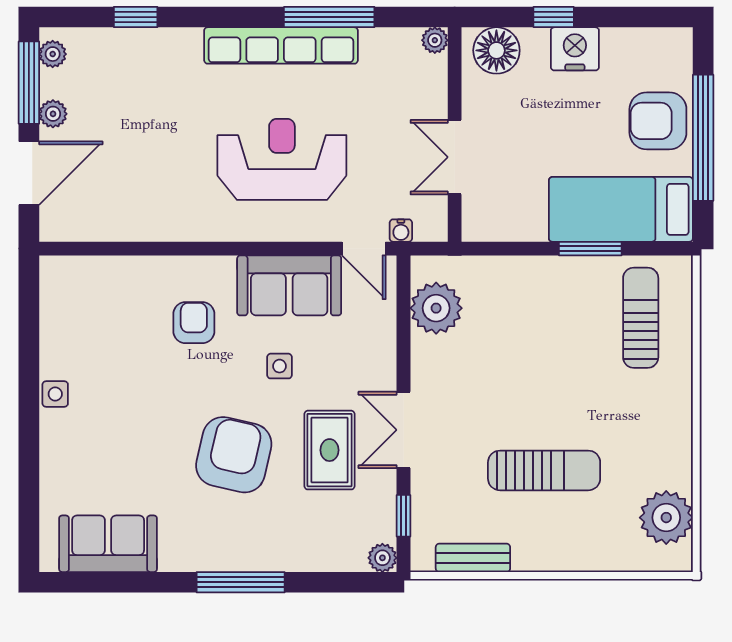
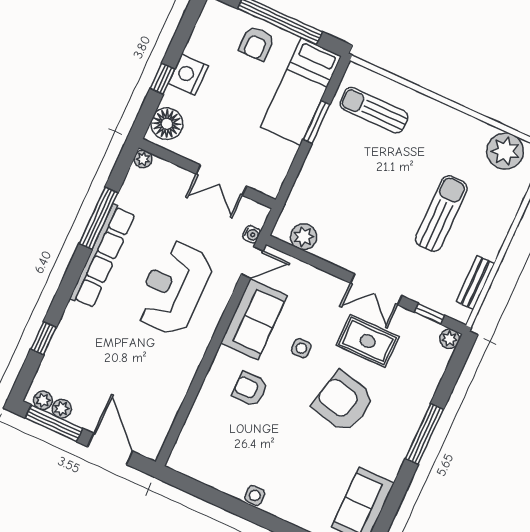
plant: (53, 114) -> (62, 409), moved
armchair: (658, 121) -> (257, 43), width x0.72, depth x0.72
plant: (436, 308) -> (304, 237), width x0.73, depth x0.73

